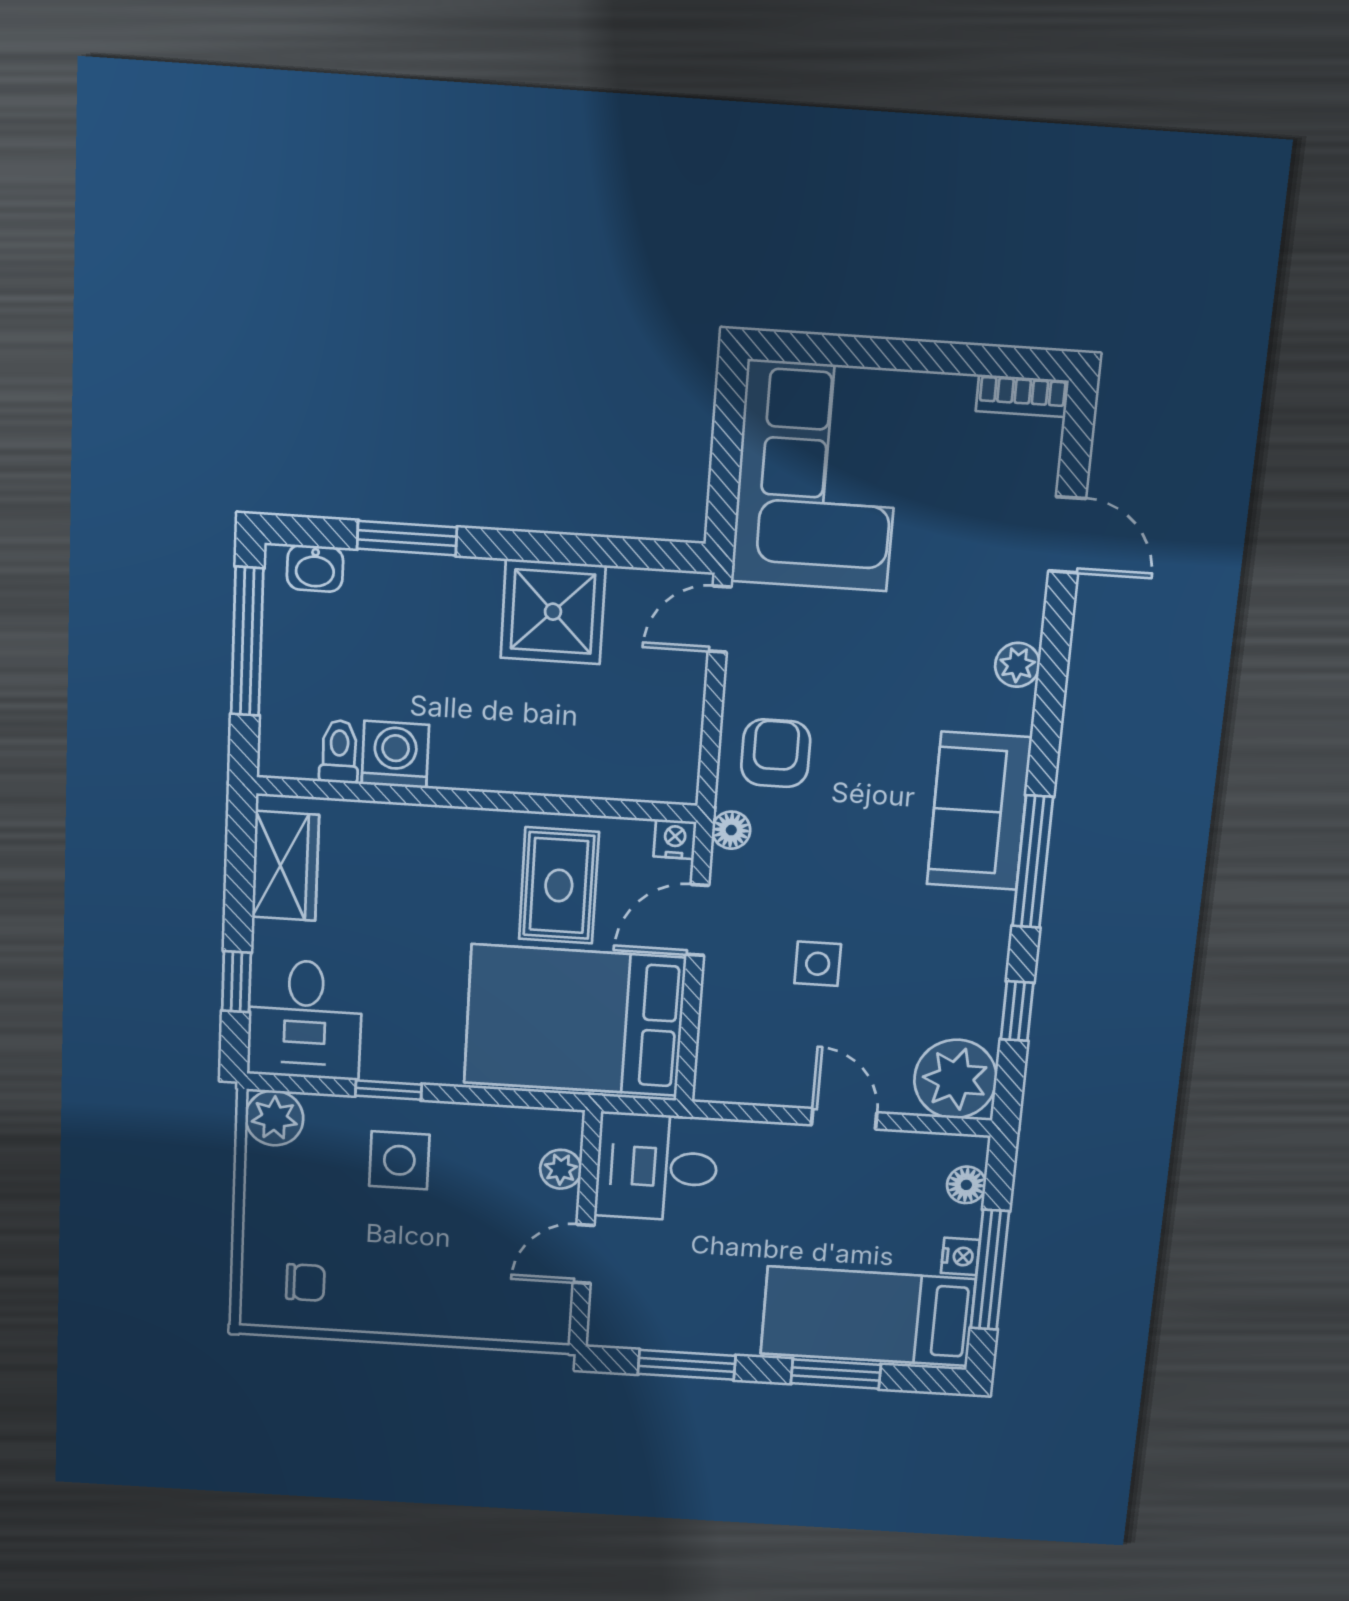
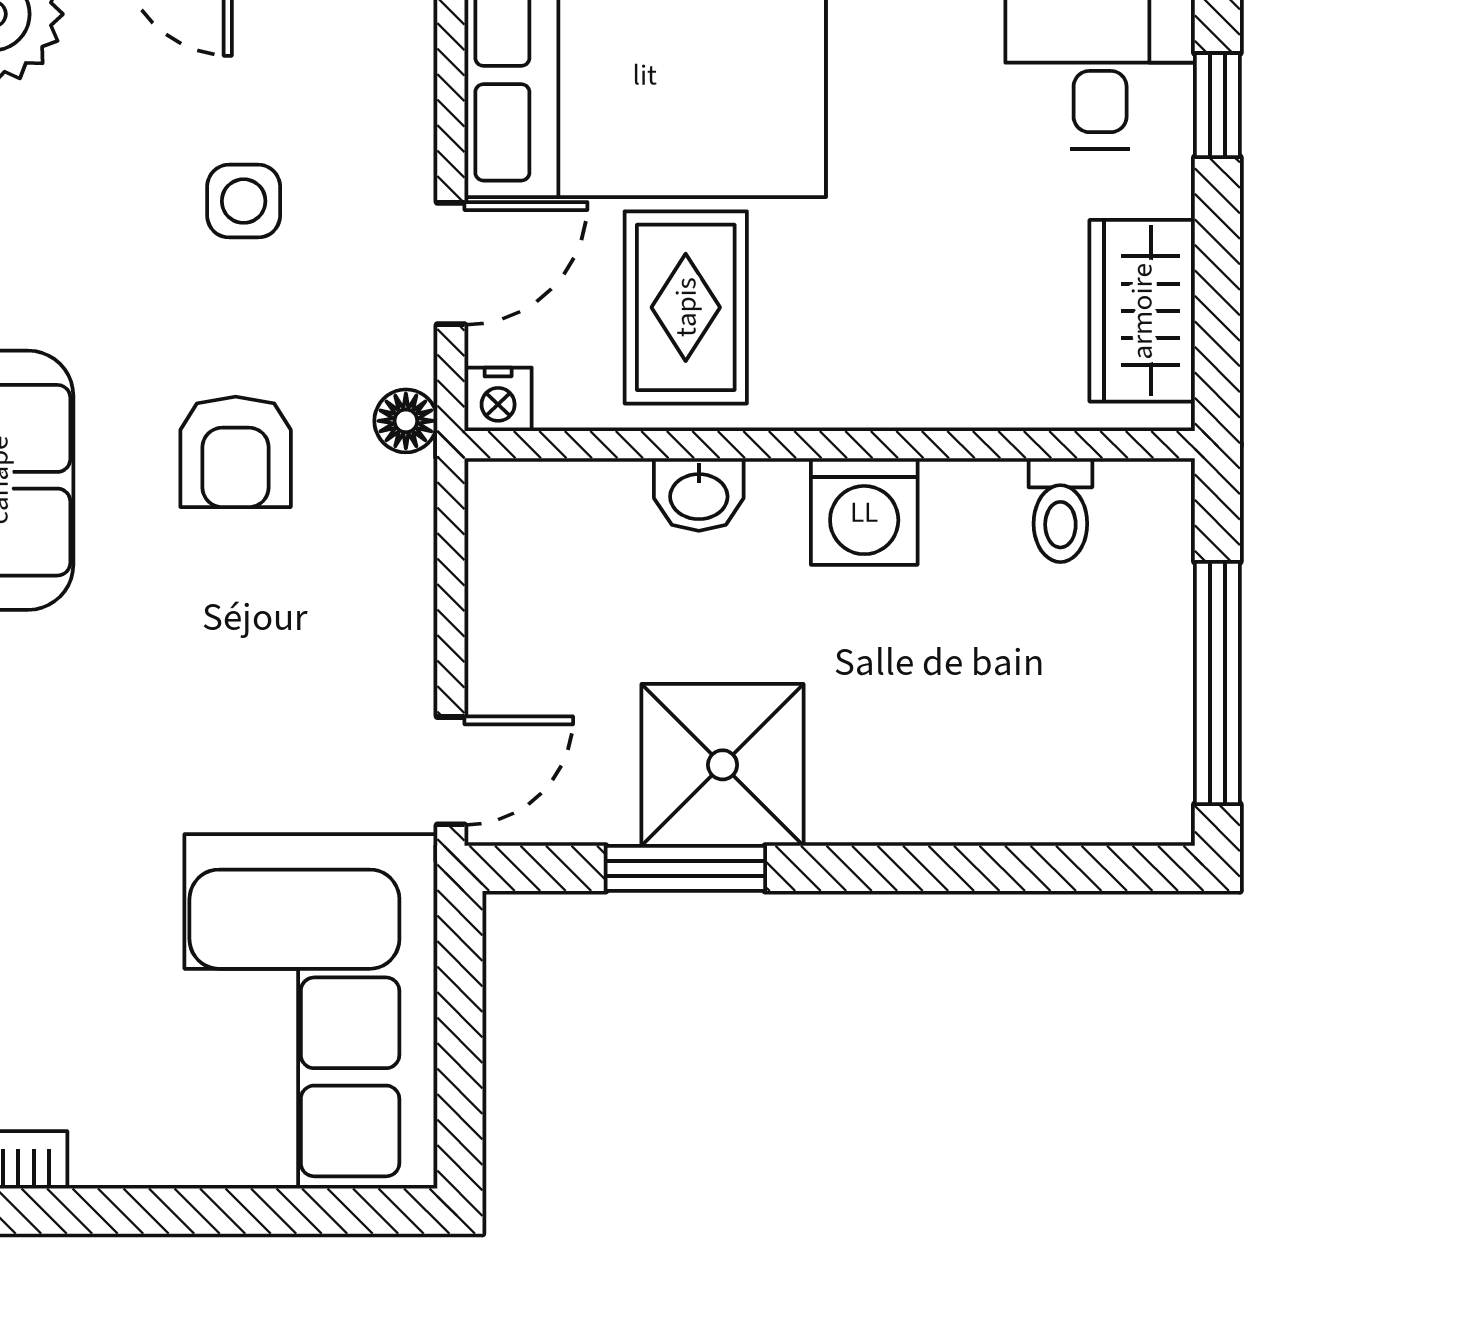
window: (407, 538) -> (685, 868), moved
washbasin: (315, 568) -> (699, 494), moved, turned 180
armchair: (776, 753) -> (236, 452), moved
washing machine: (395, 755) -> (864, 512), moved

